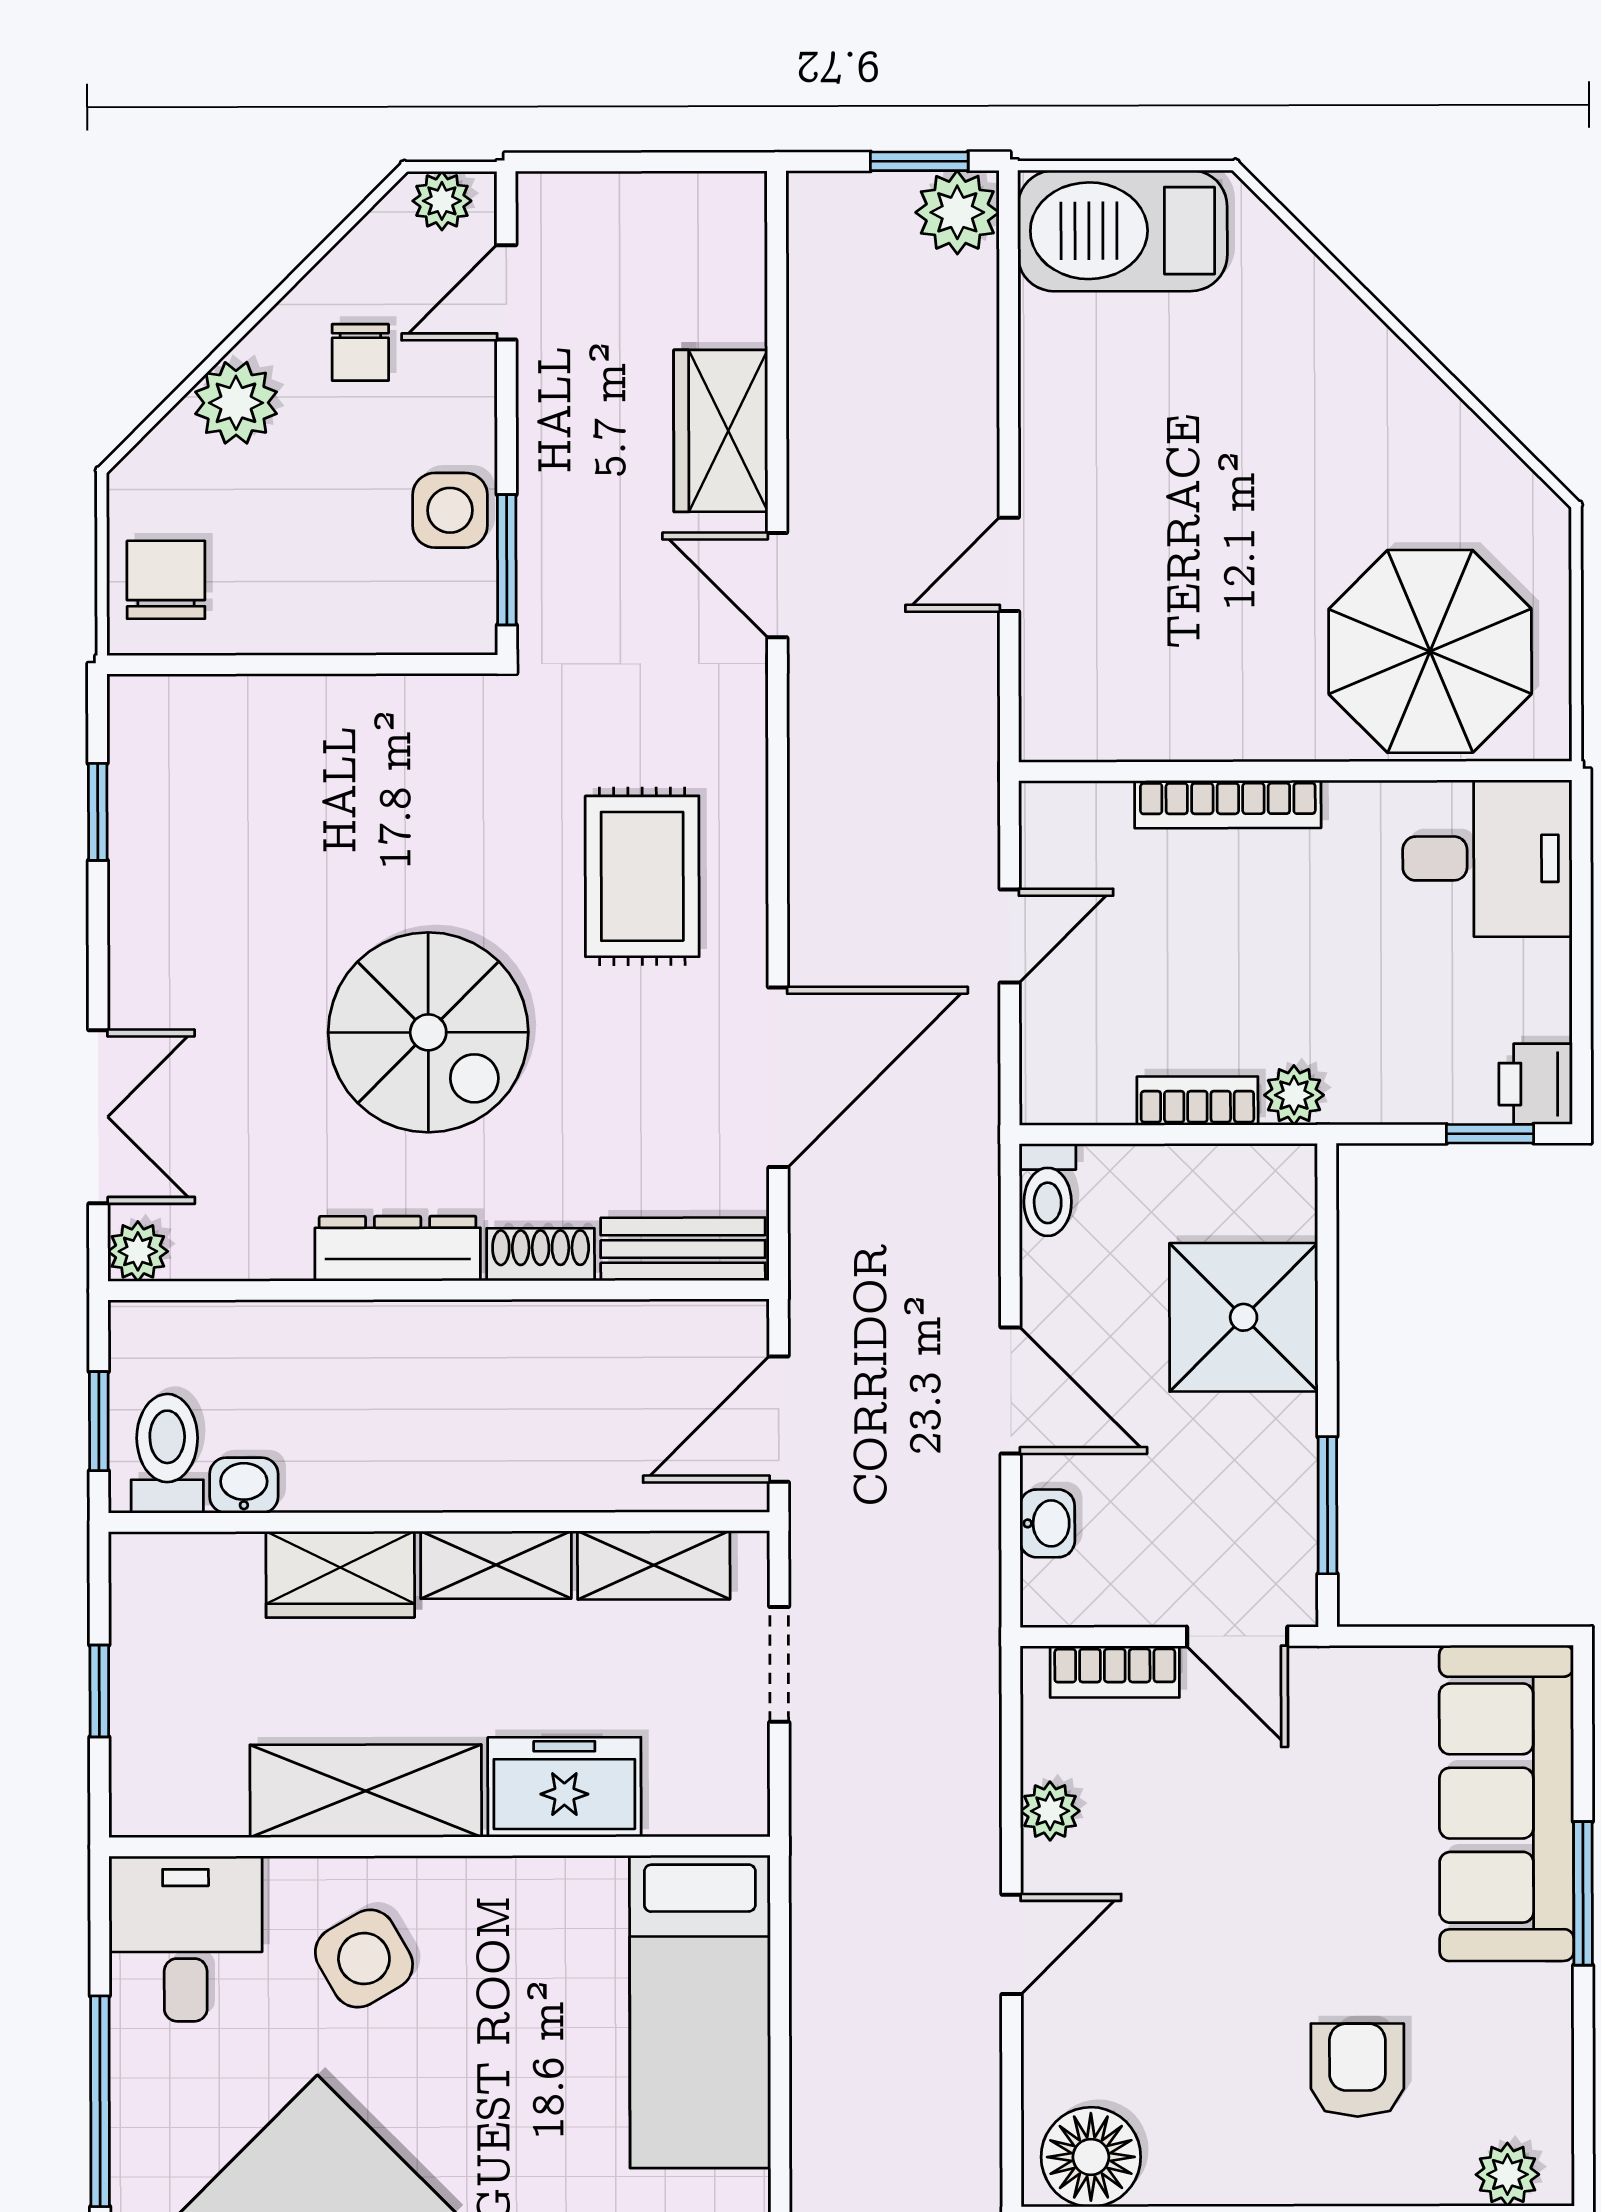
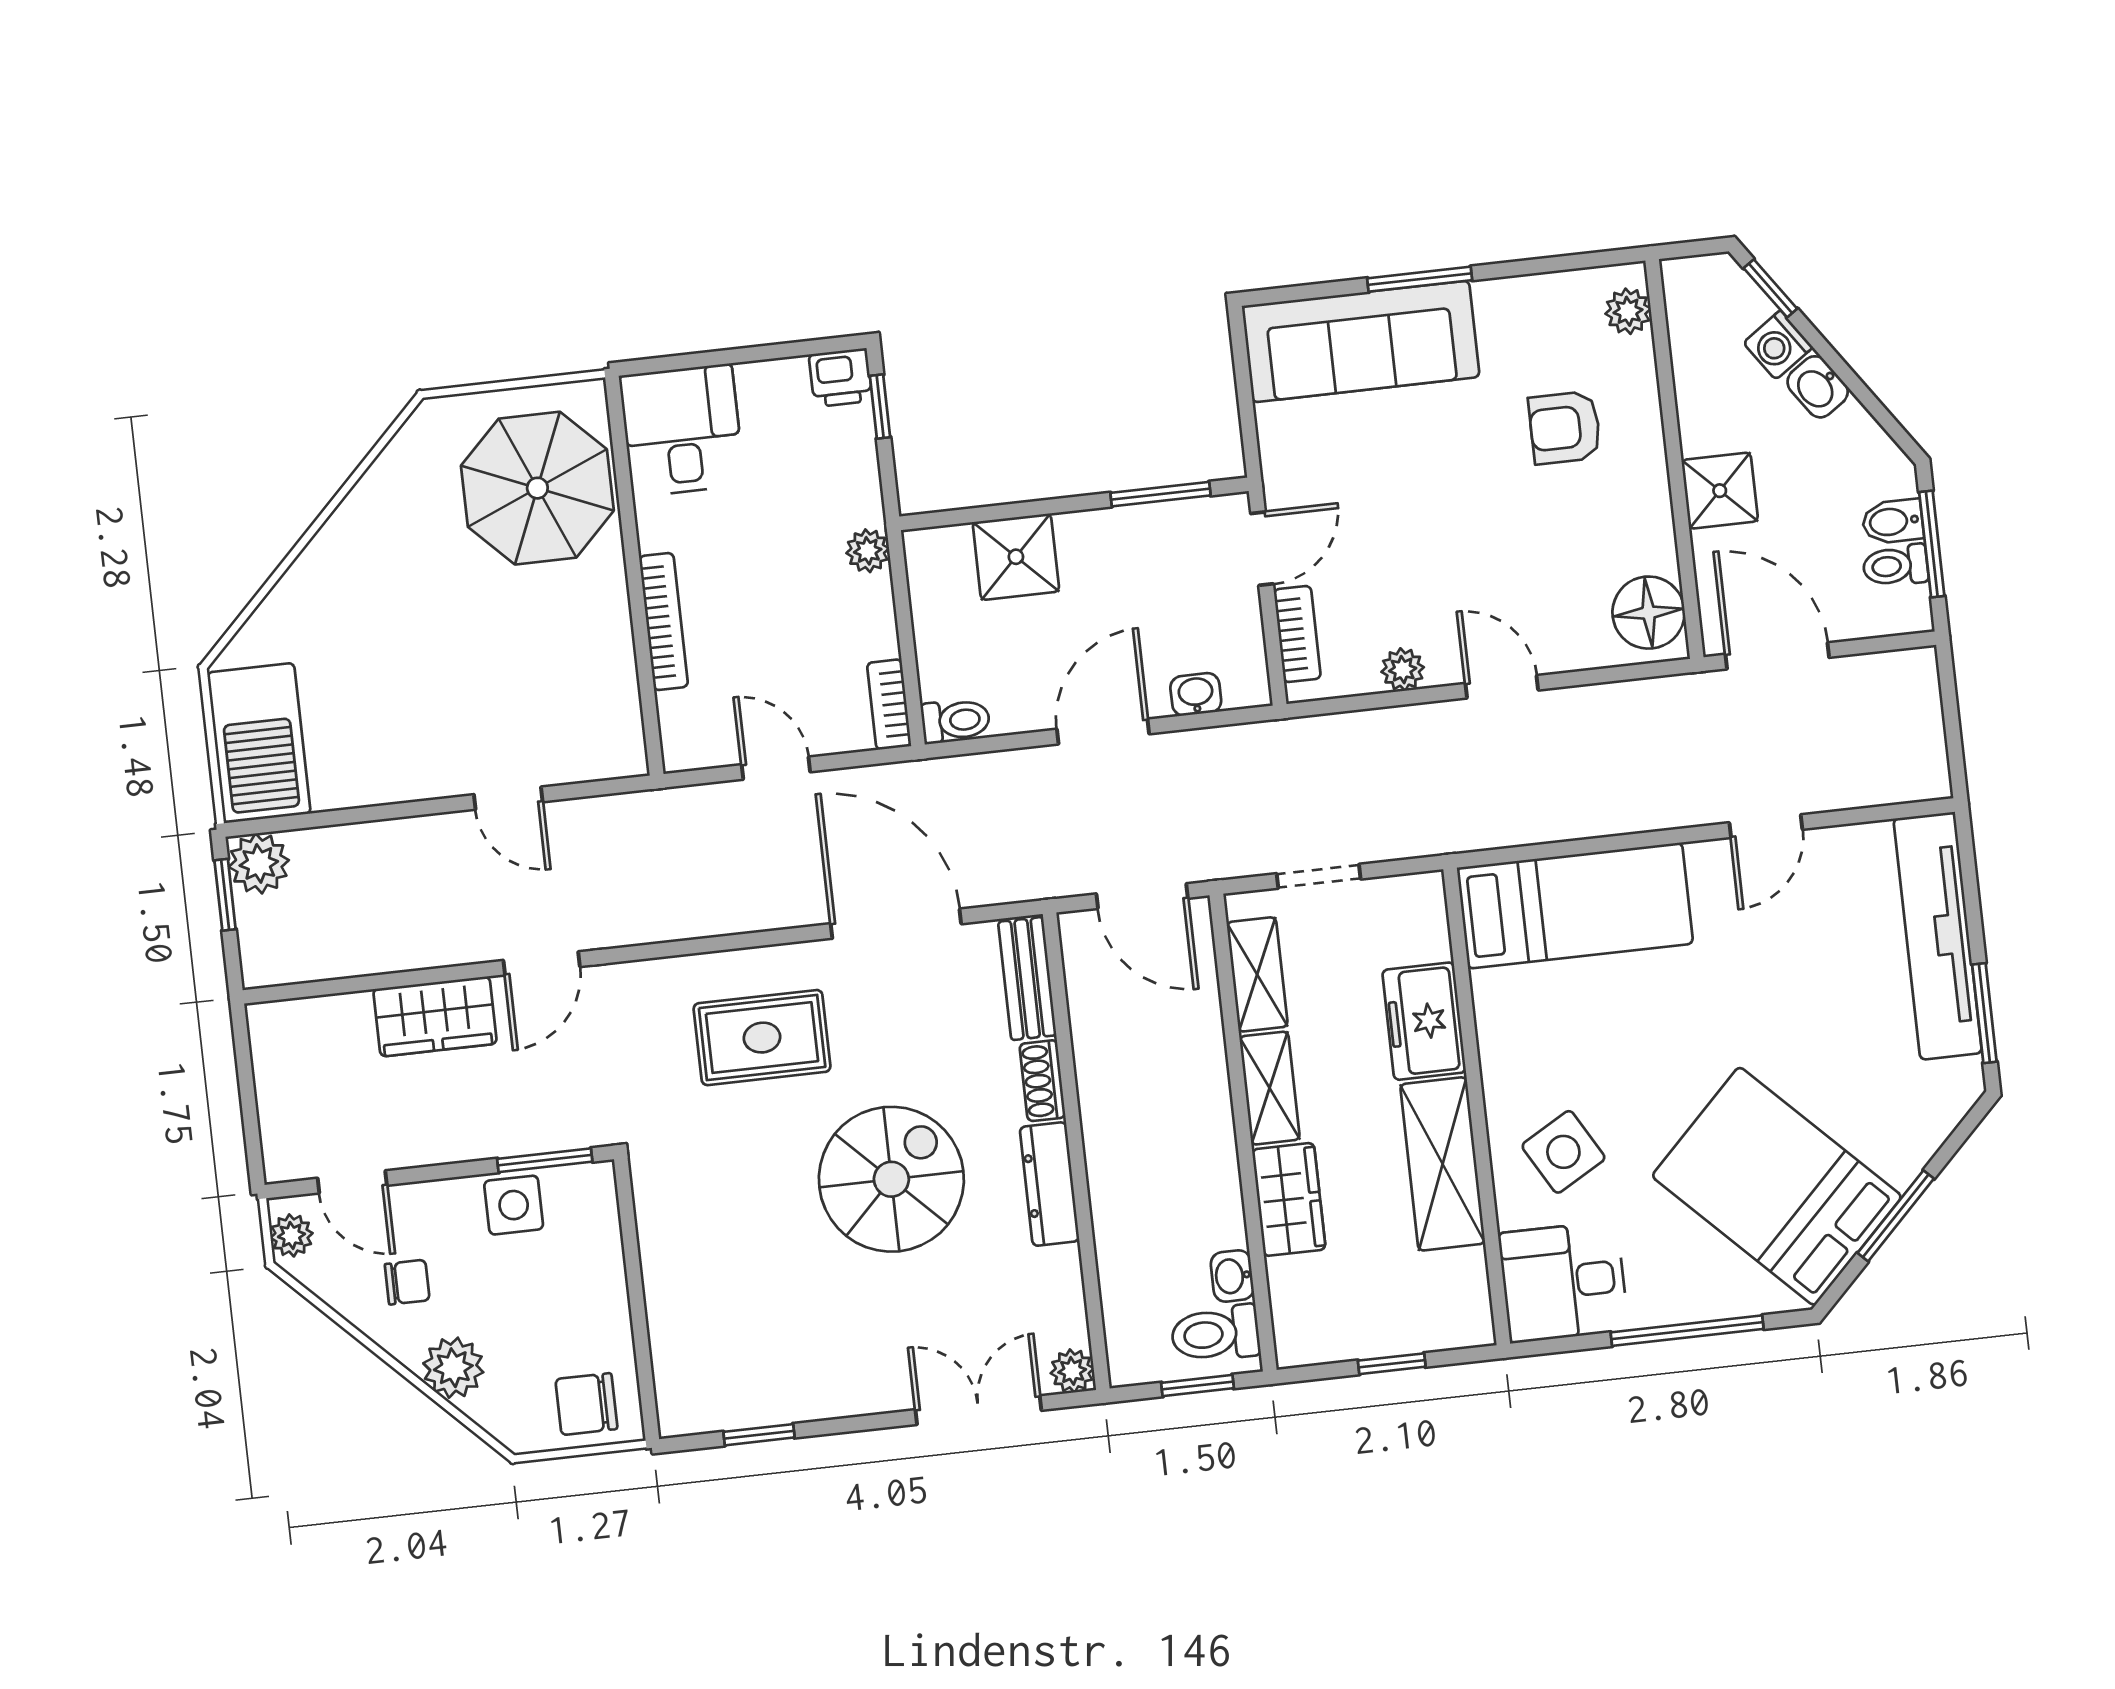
bookcase: (1197, 1101) -> (889, 705), moved
shower: (1244, 1317) -> (1016, 557), width x0.73, depth x0.73

